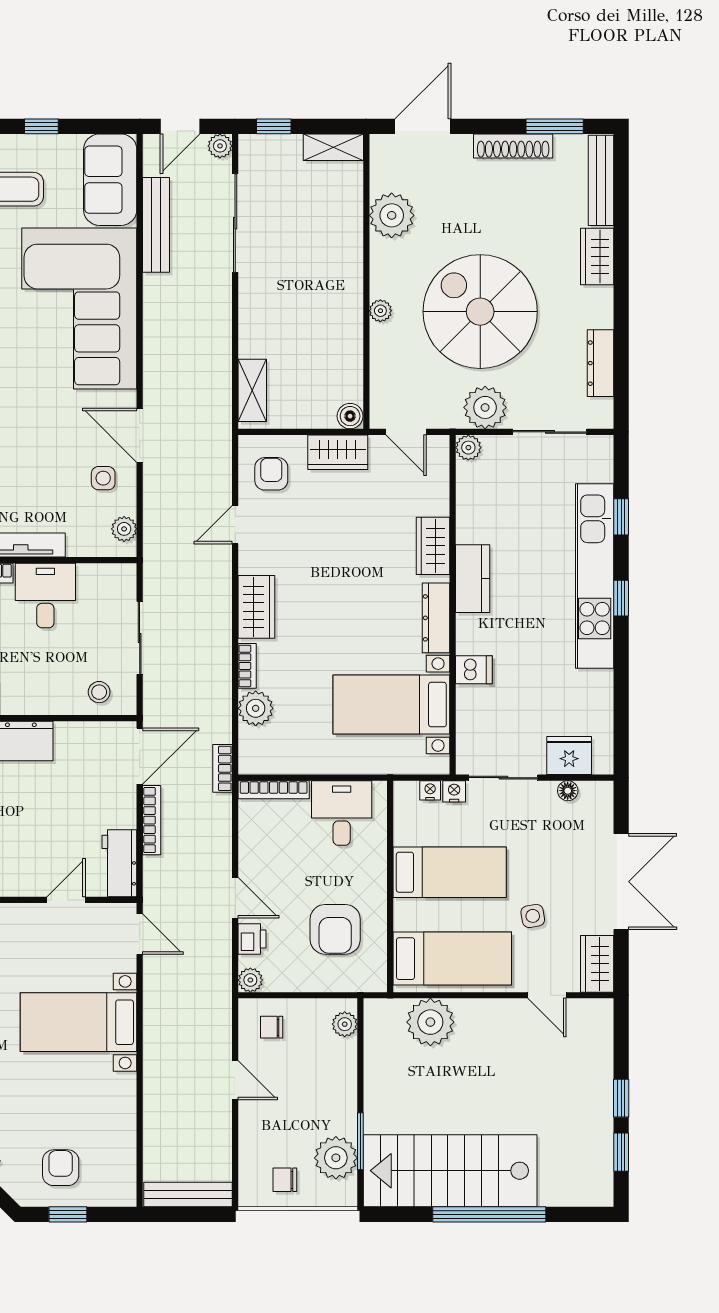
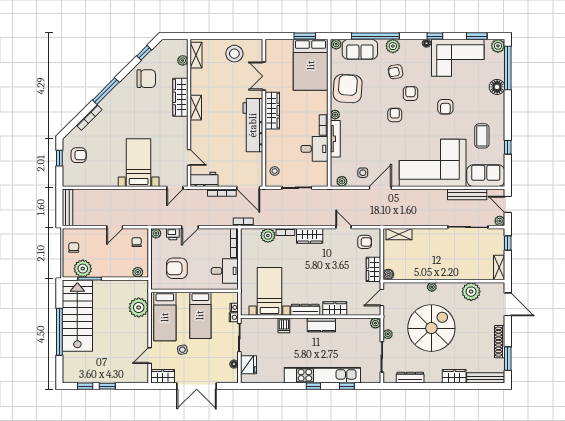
plant: (485, 407) -> (388, 334), width x0.53, depth x0.53

